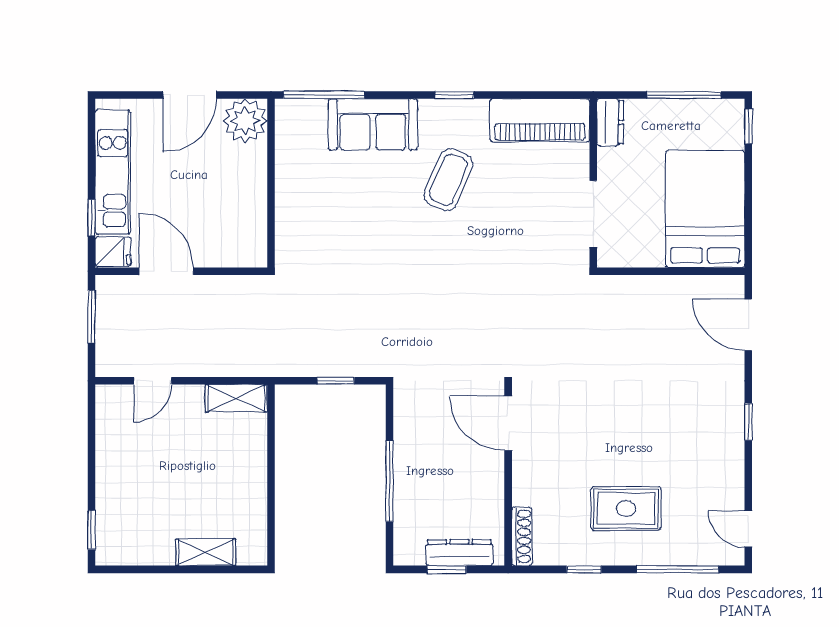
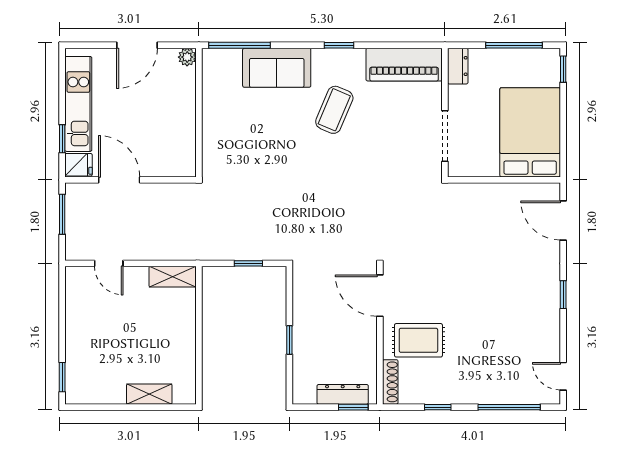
plant: (245, 121) -> (187, 57), width x0.53, depth x0.53
door: (153, 381) -> (109, 263), hinge flipped
window: (390, 481) -> (289, 340), width x0.46
rug: (626, 508) -> (418, 340), moved
window: (447, 569) -> (353, 407), moved

